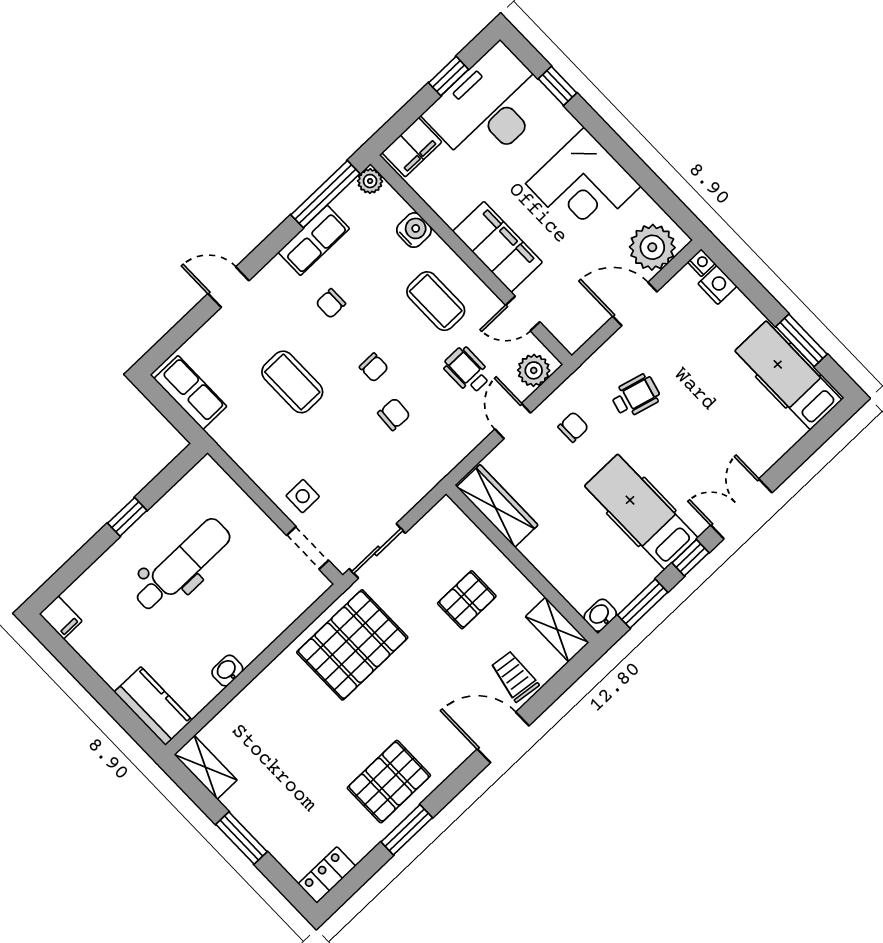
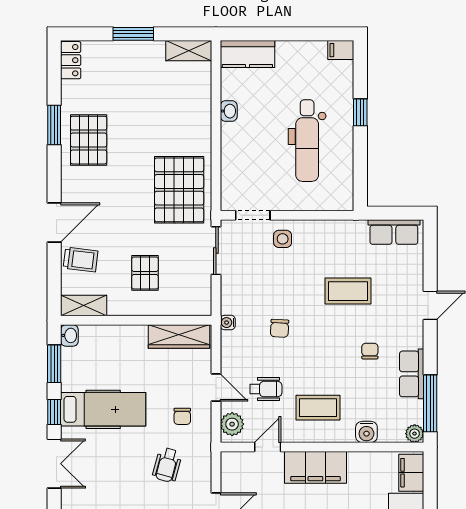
chair: (374, 367) -> (314, 341), removed
water cooler: (437, 471) -> (228, 323), added
window: (127, 517) -> (360, 112), moved

